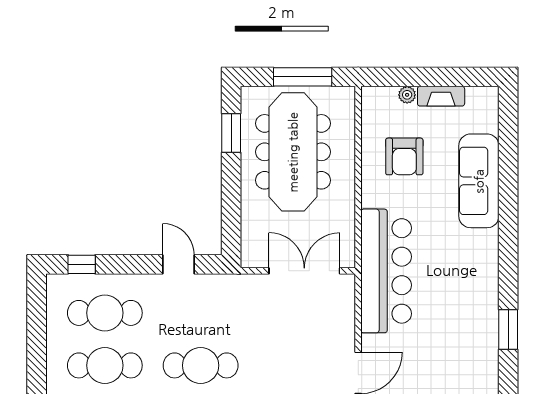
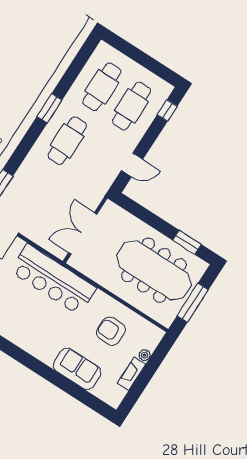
sofa: (479, 181) -> (77, 369), width x0.73
double door: (304, 271) -> (83, 233), swing flipped

